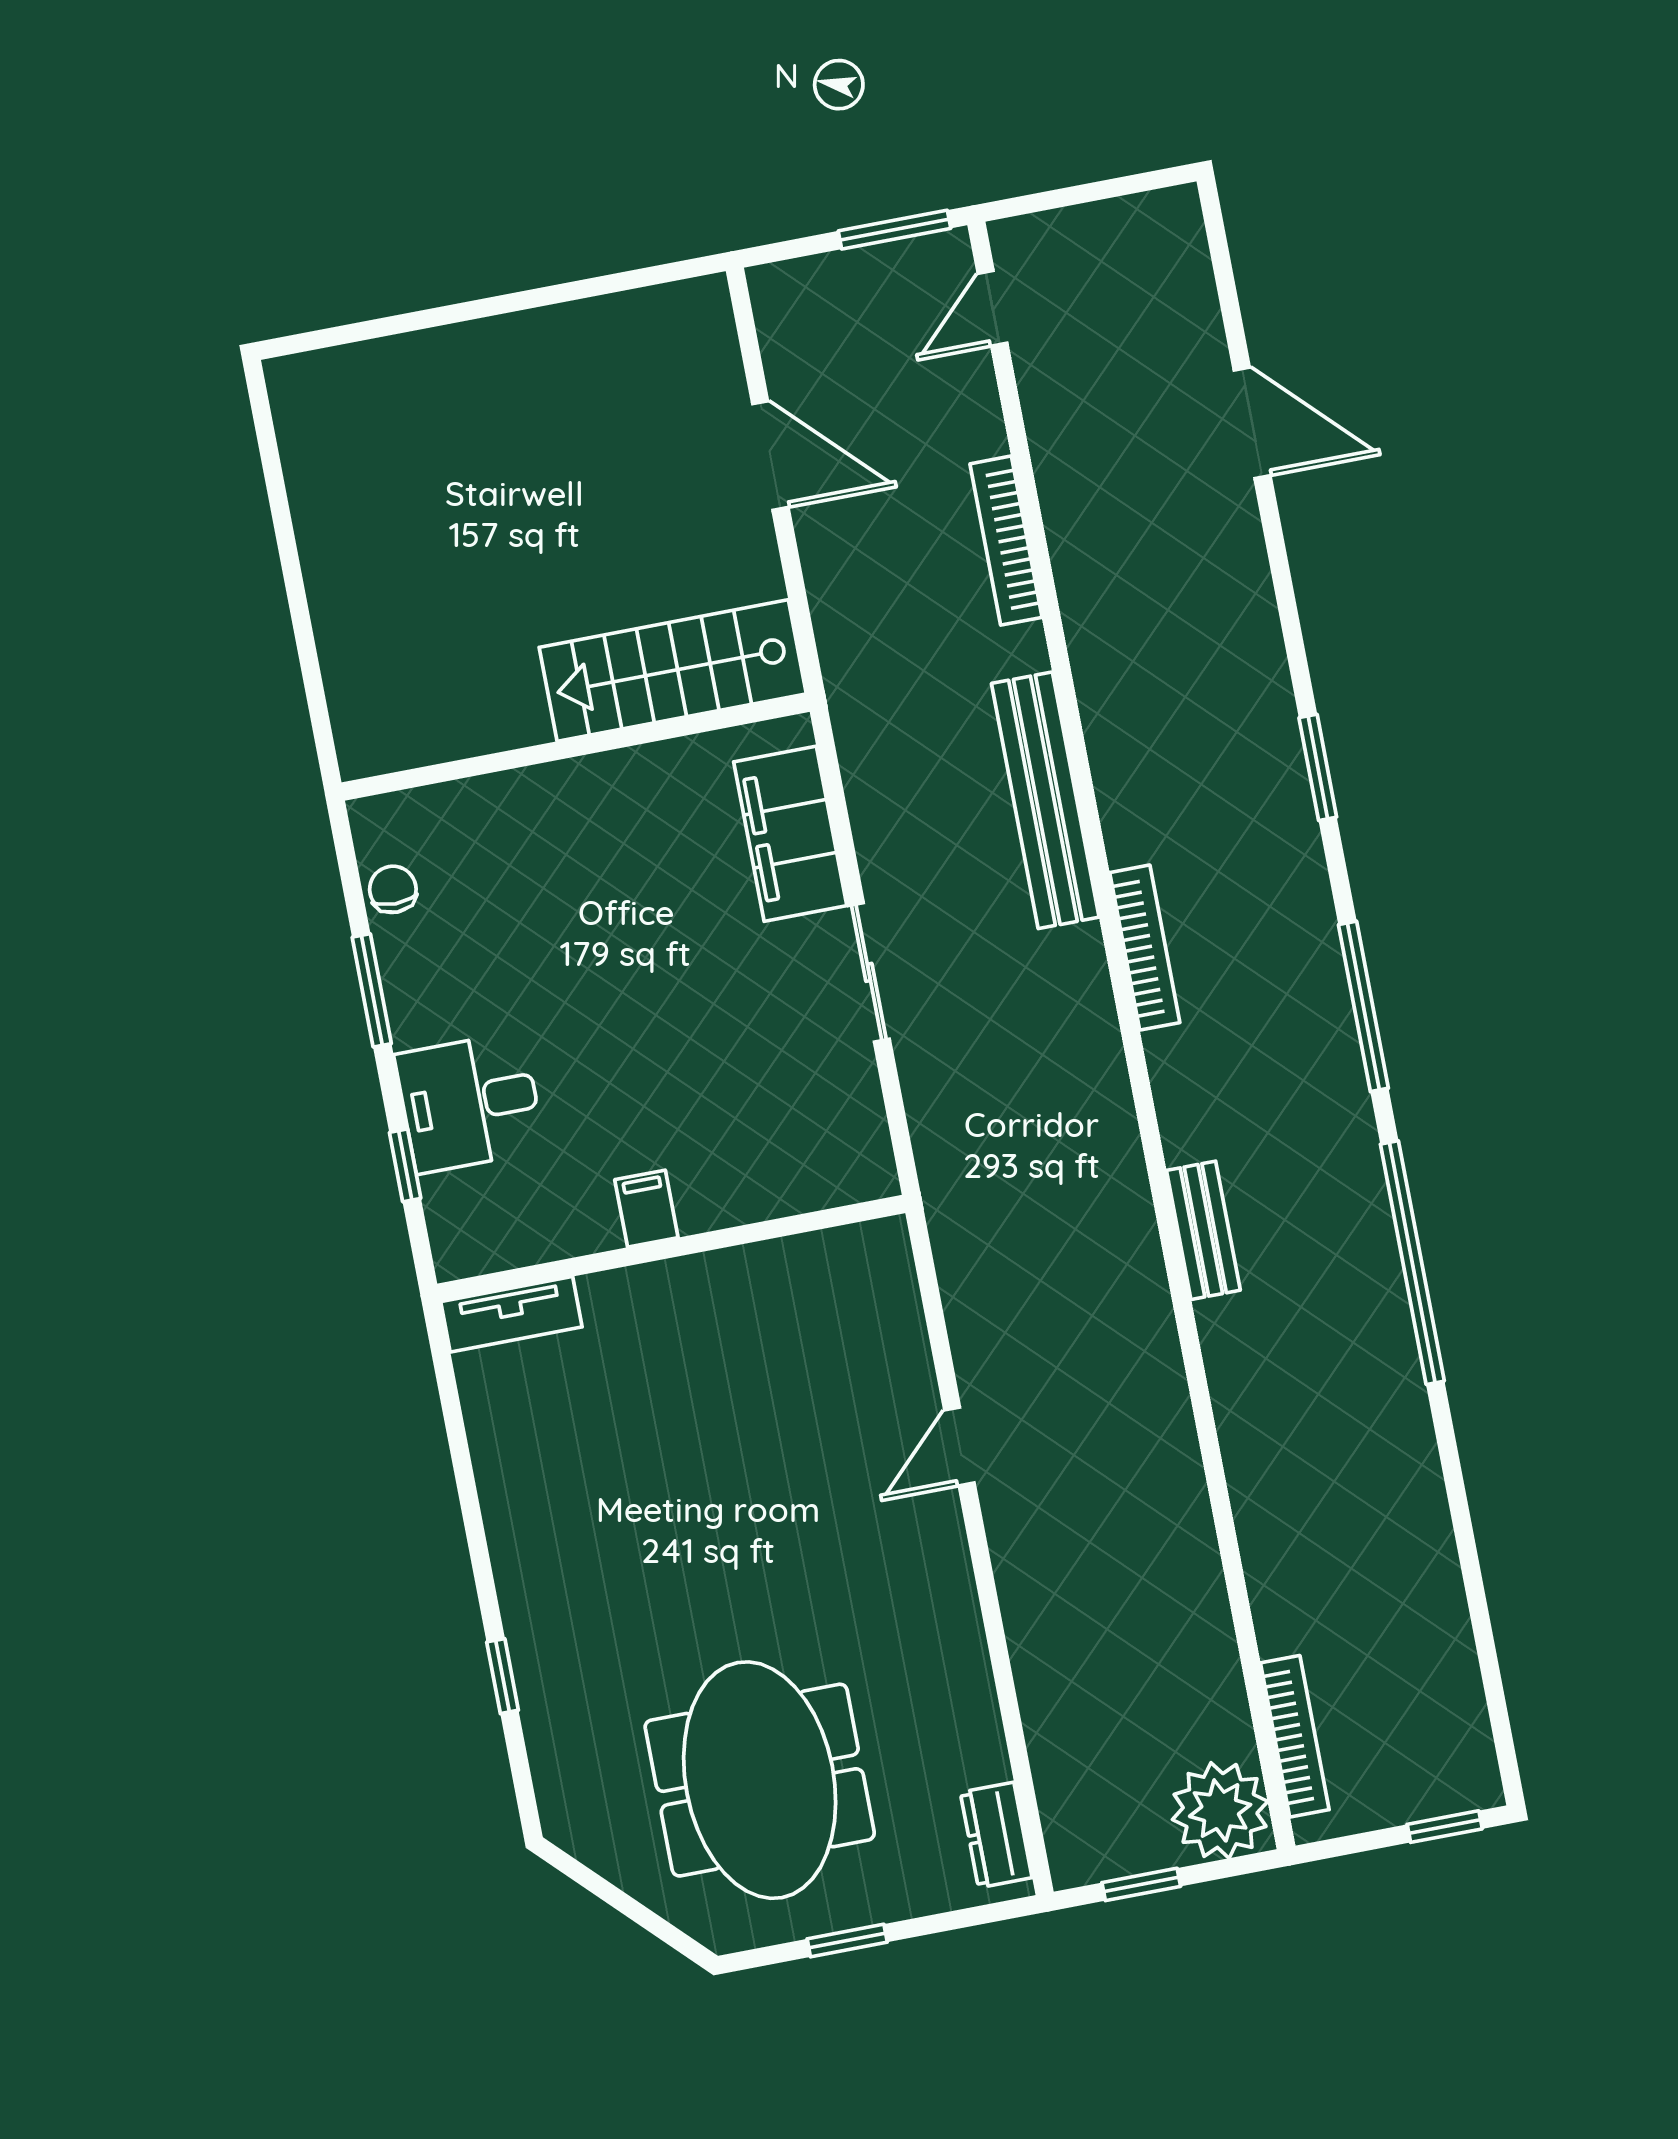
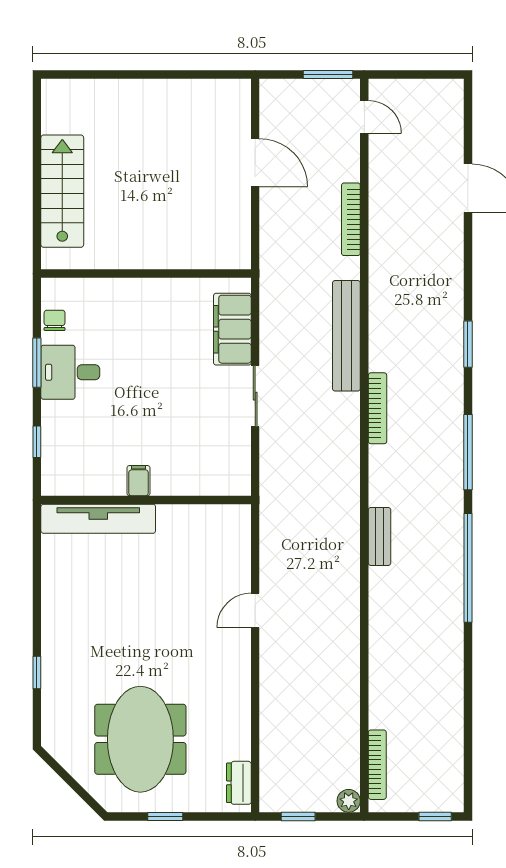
door: (992, 308) -> (364, 117), swing flipped
stairs: (673, 671) -> (62, 191), moved, turned 90
desk: (470, 1102) -> (70, 372), moved
tv unit: (511, 1314) -> (98, 519), width x1.92, depth x1.29
plant: (1220, 1810) -> (349, 801), width x0.53, depth x0.53

